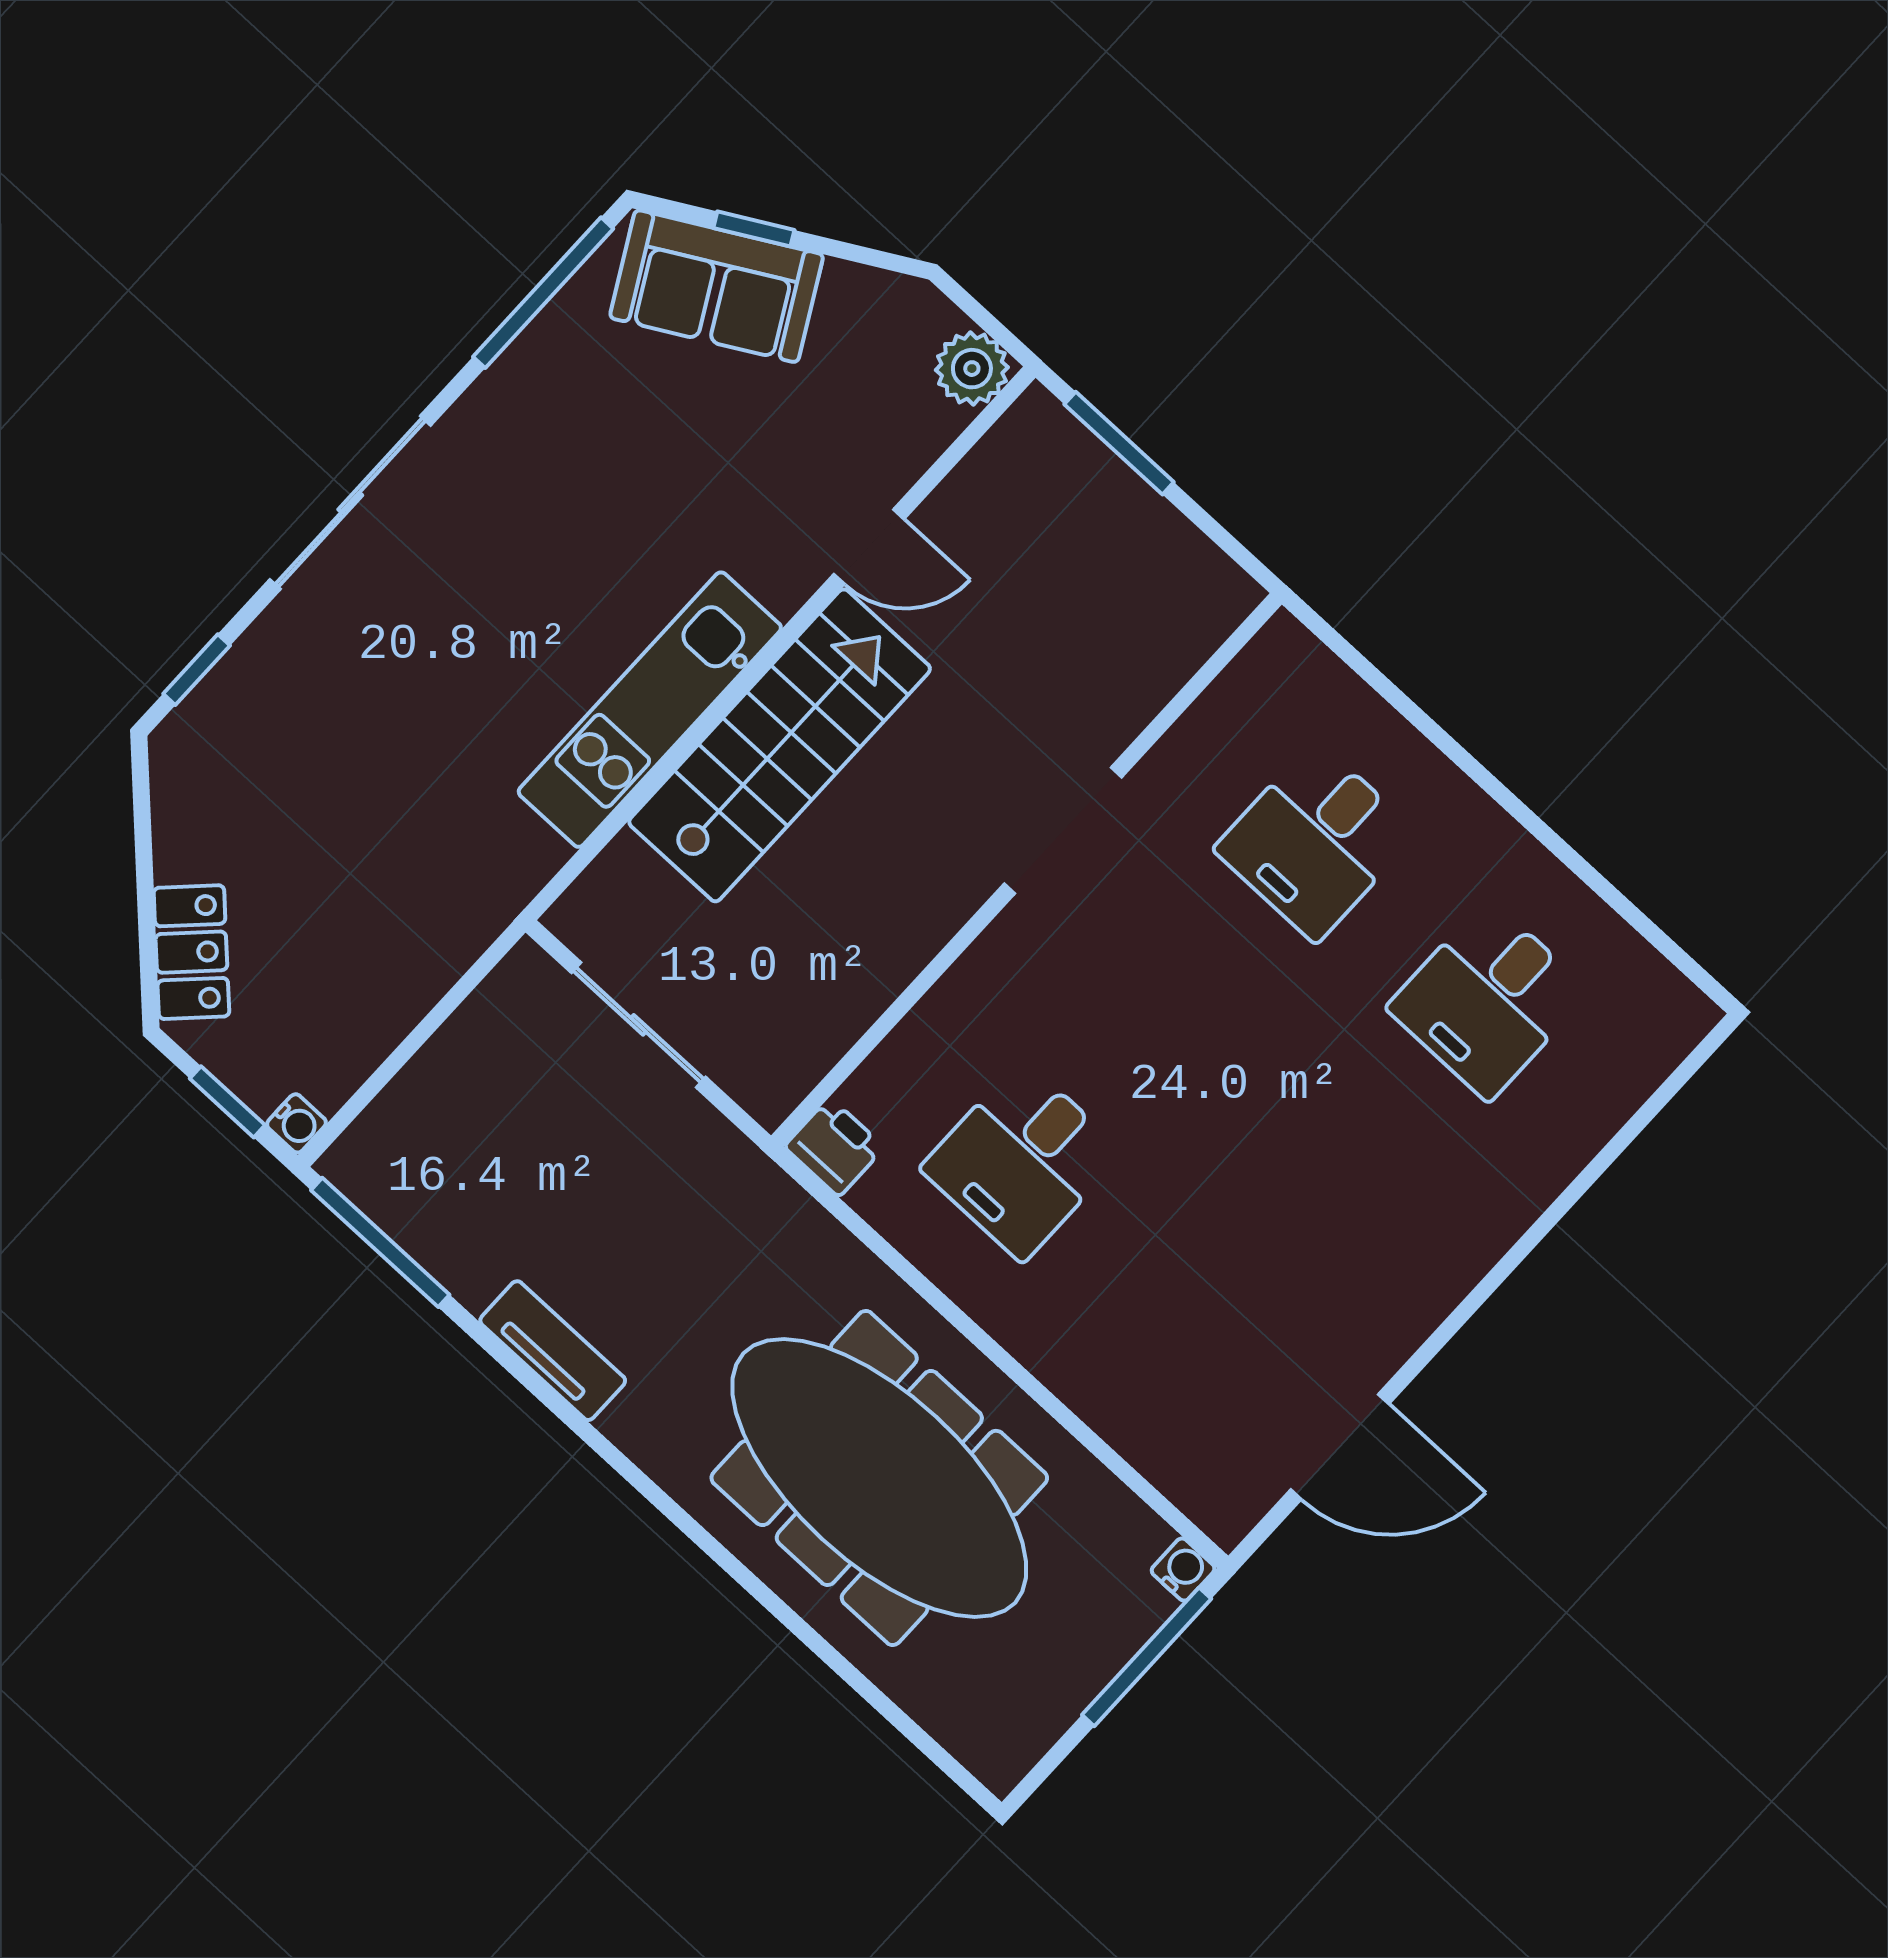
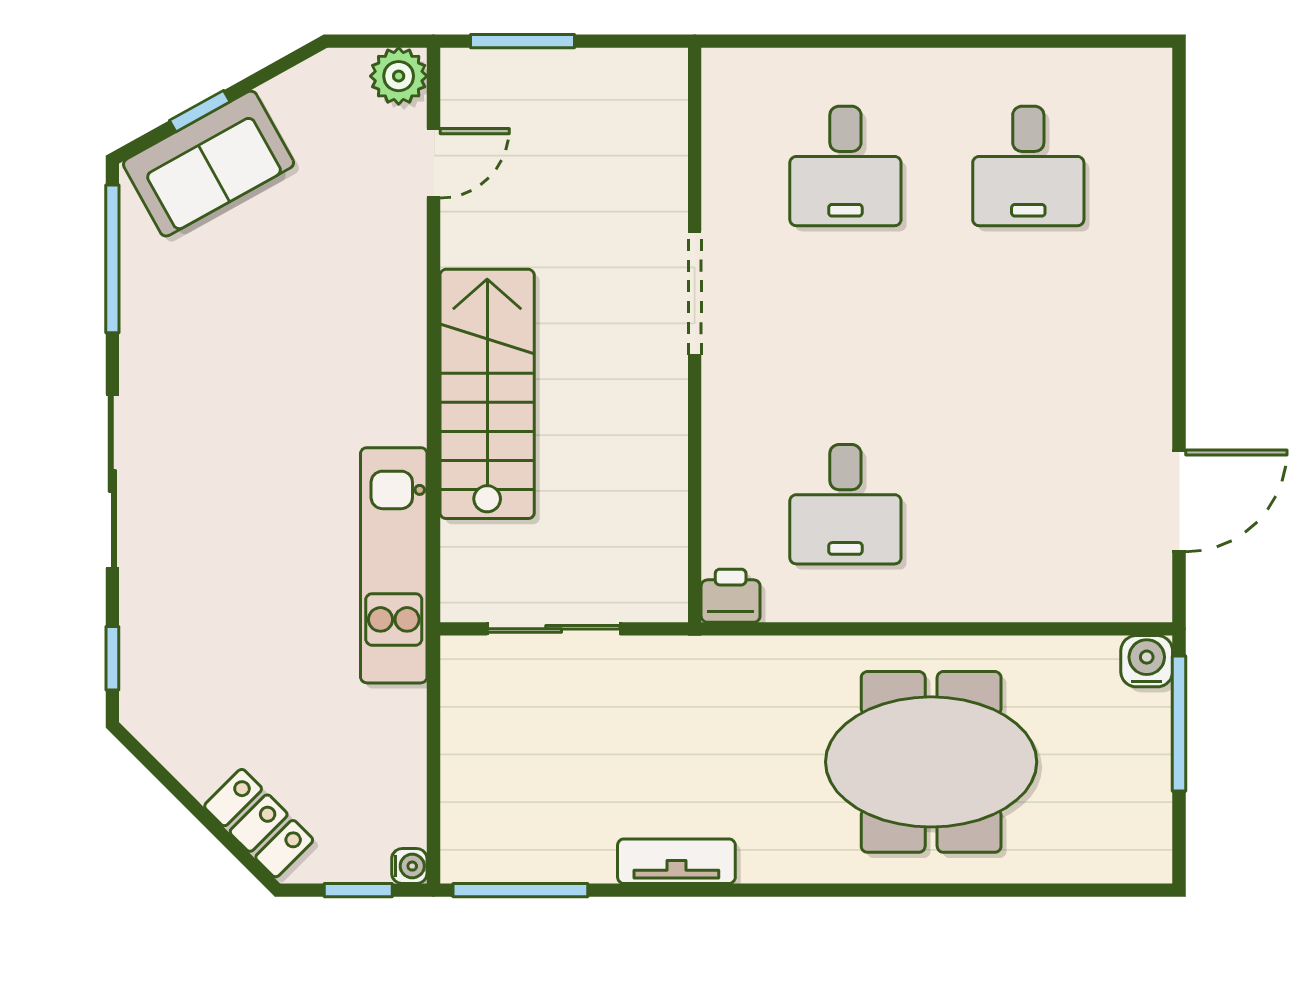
door: (869, 547) -> (434, 163), moved
kitchen unit: (650, 710) -> (394, 565), moved
meeting table: (879, 1478) -> (931, 762), width x0.73
water cooler: (1183, 1570) -> (1147, 661), width x1.38, depth x1.38

